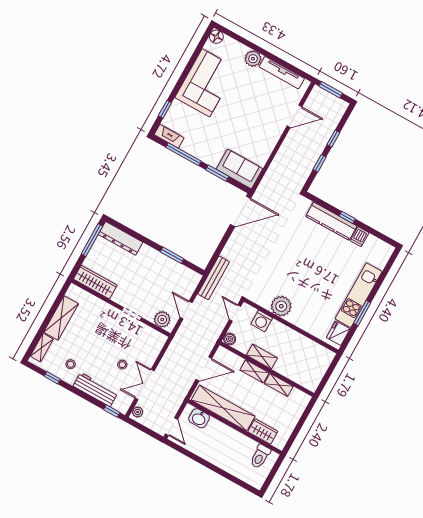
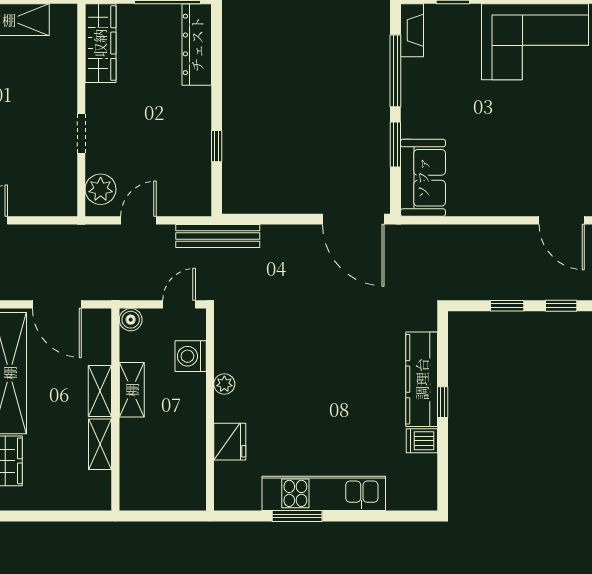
window: (172, 255) -> (217, 146), width x0.67
plant: (281, 306) -> (224, 384), width x0.53, depth x0.53
fridge: (338, 333) -> (230, 442), moved, turned 90

